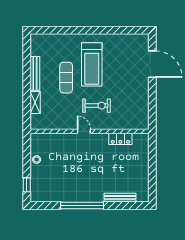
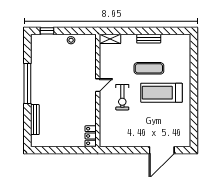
bench: (35, 73) -> (149, 39), width x0.73
shelving: (35, 102) -> (110, 39), moved
locker: (120, 139) -> (91, 136), moved

